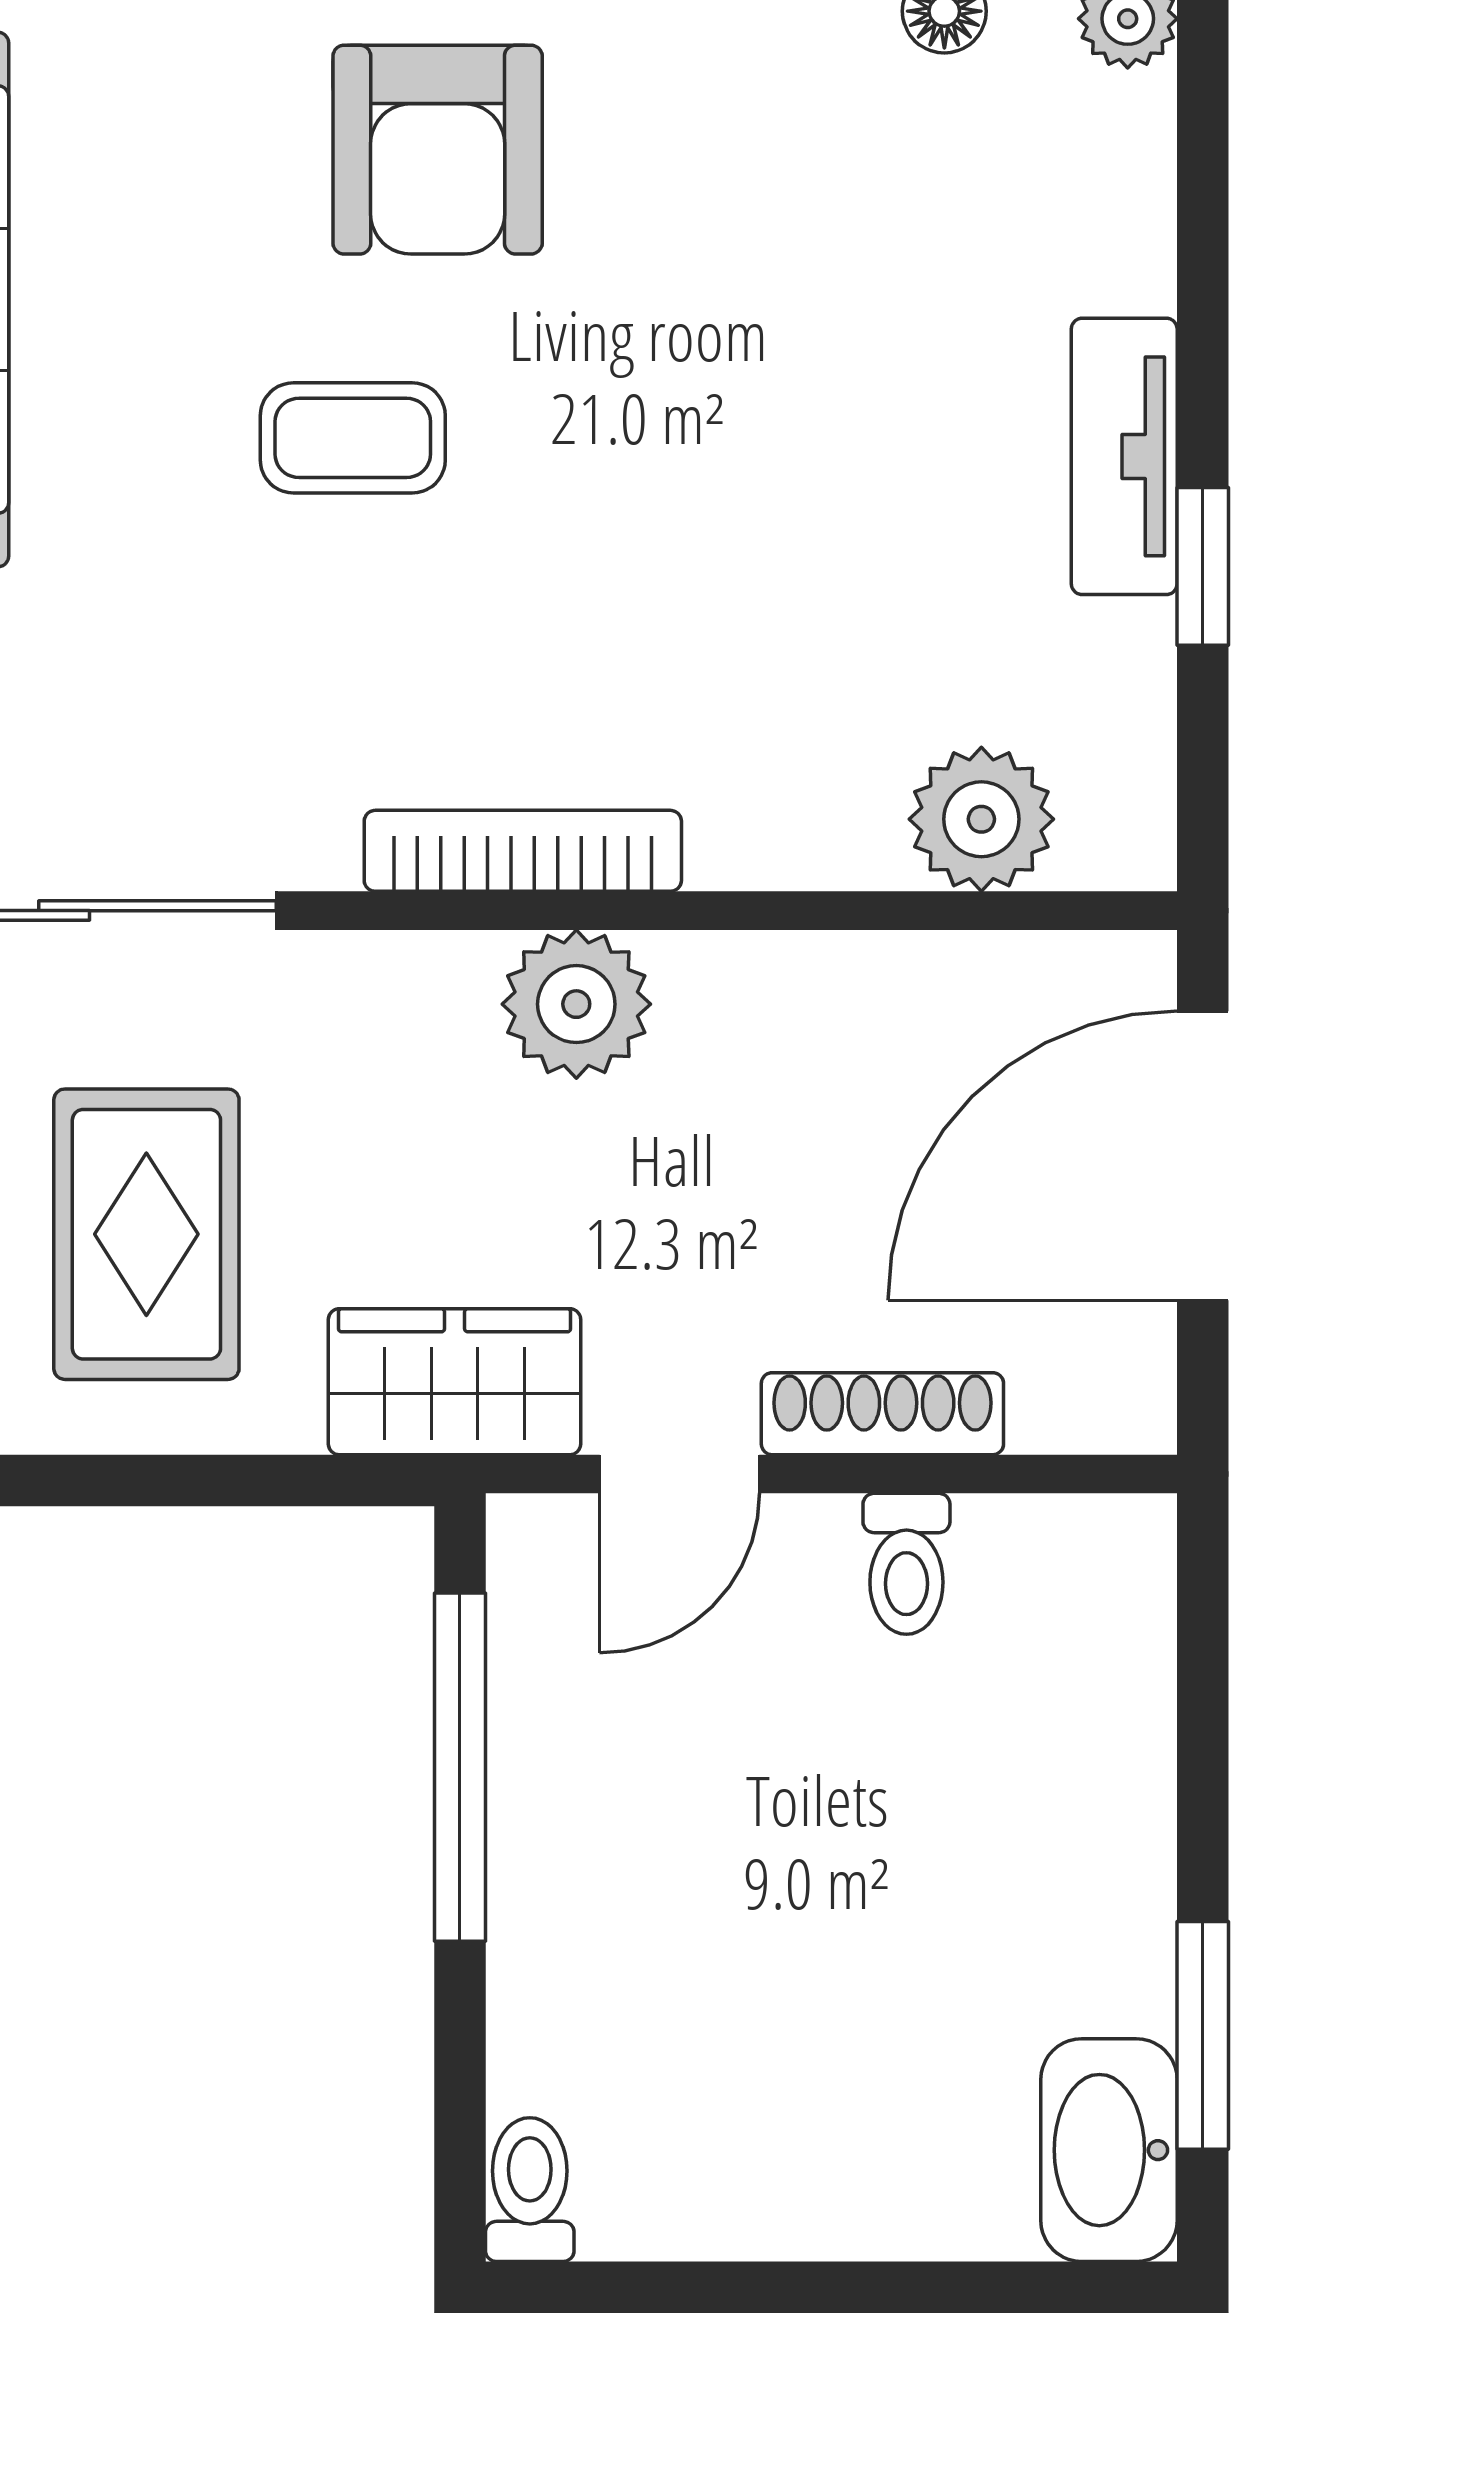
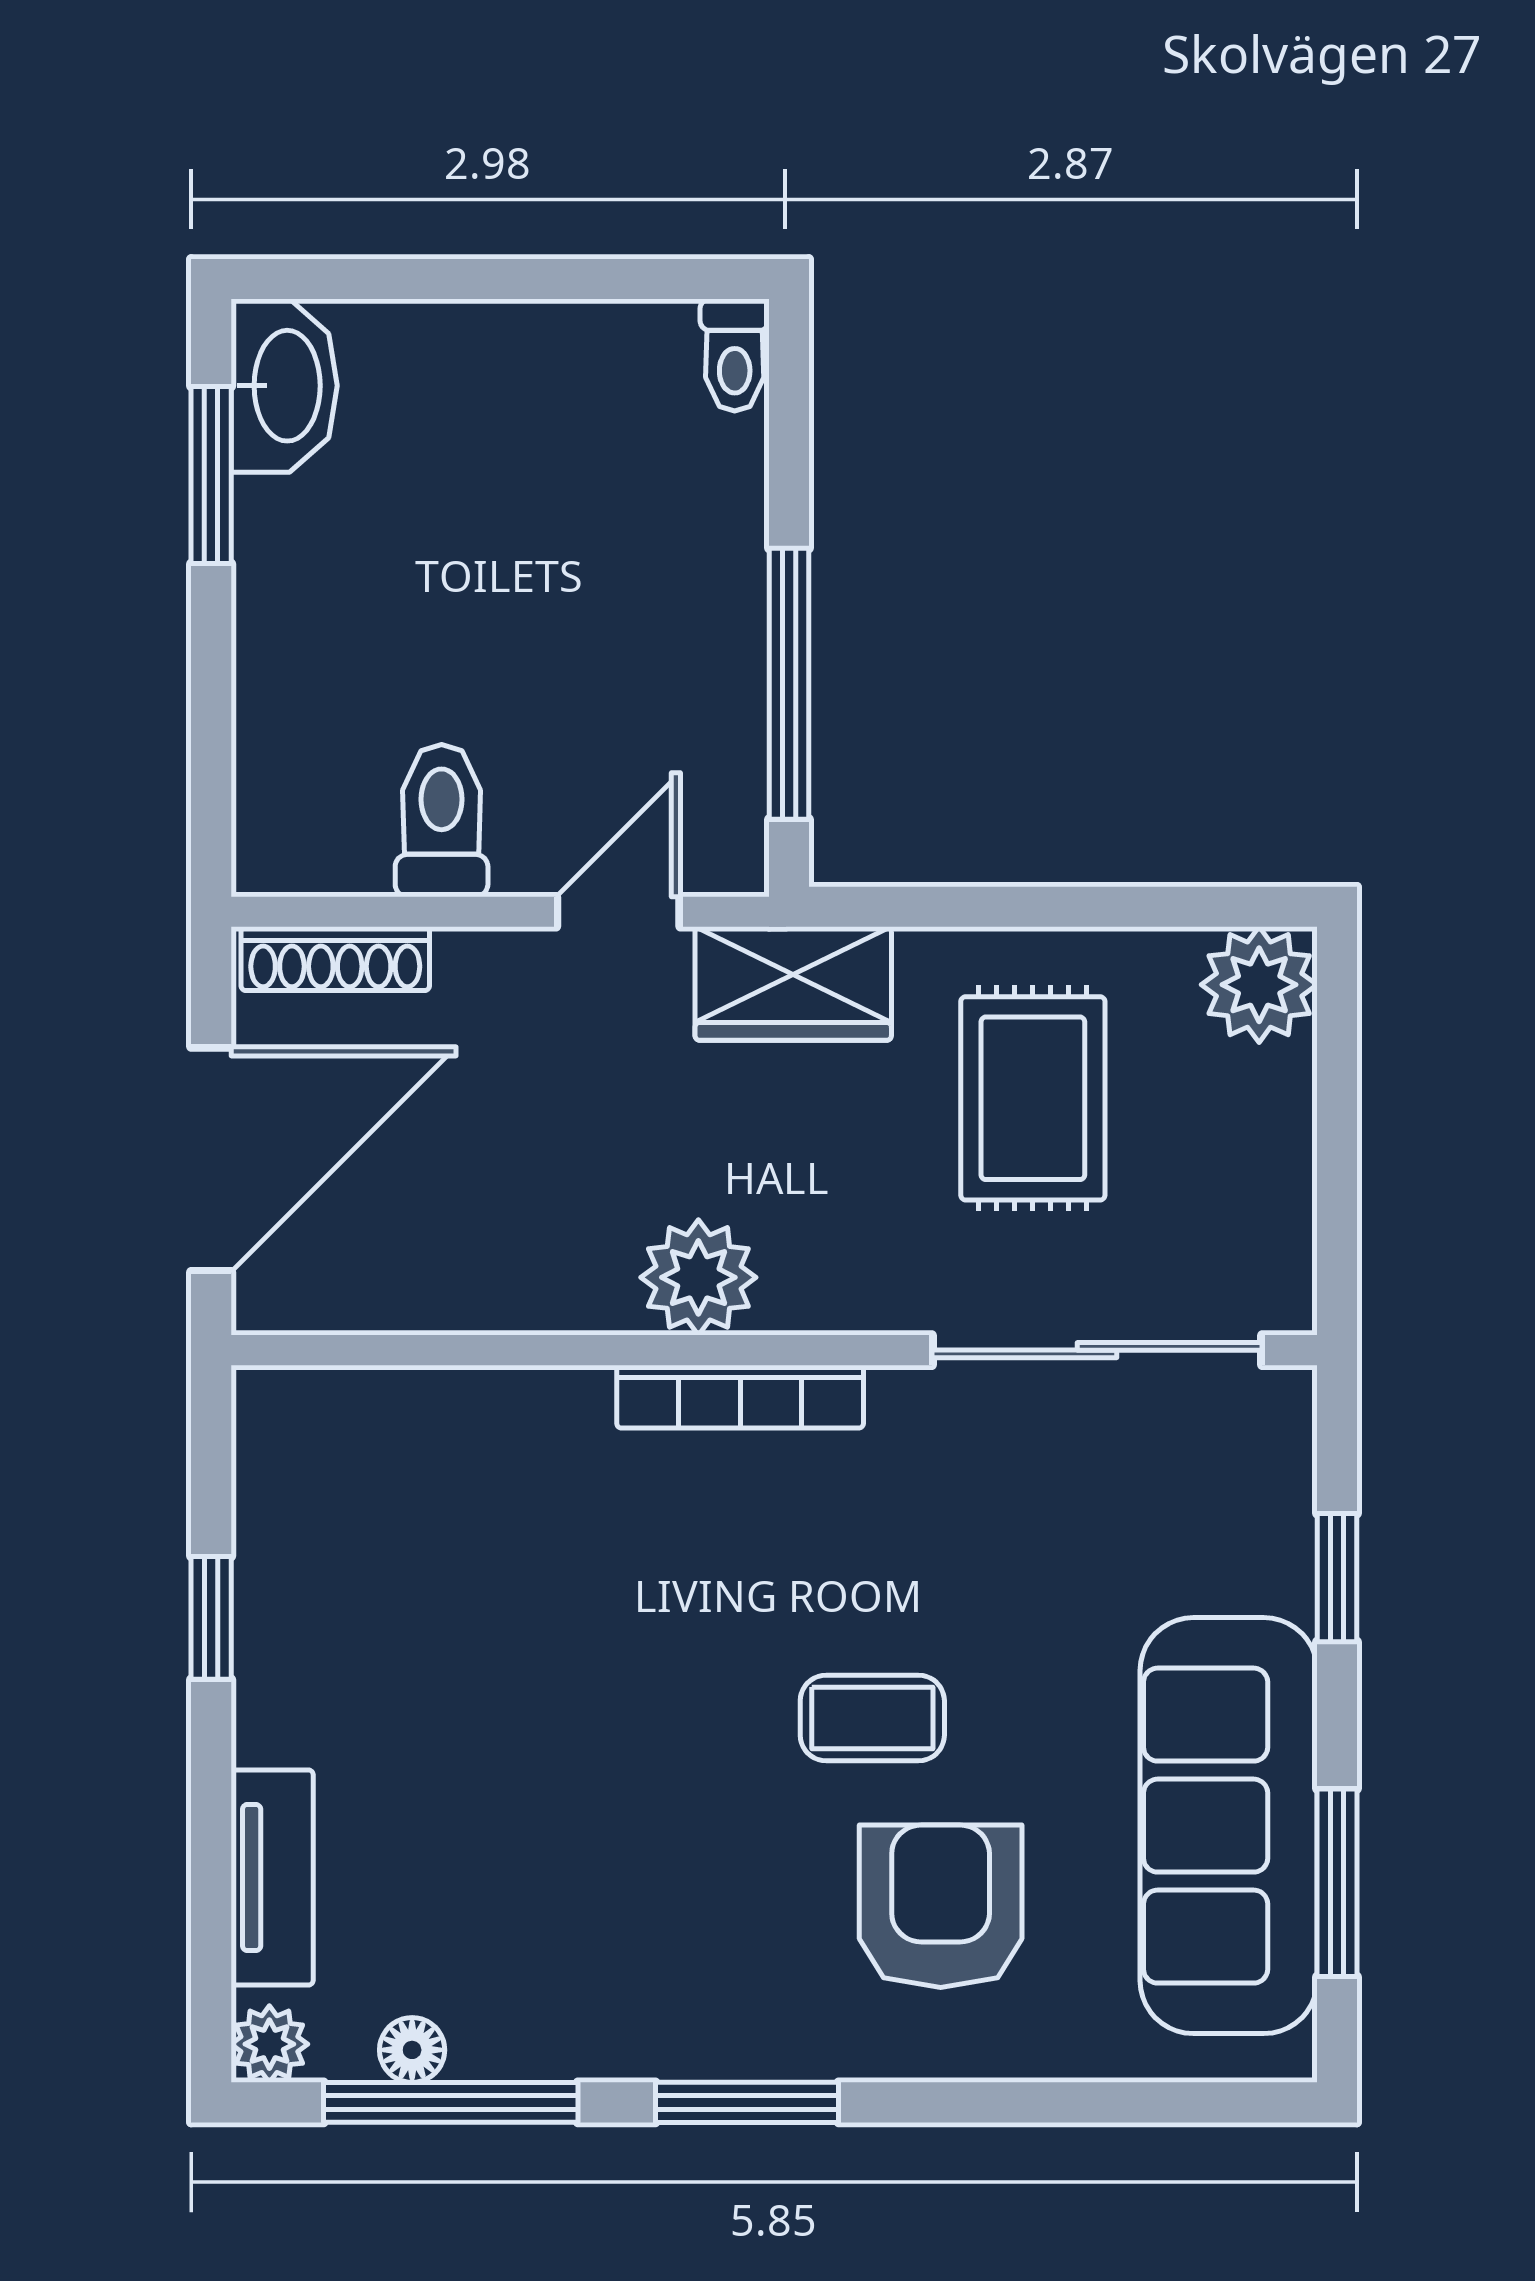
armchair: (438, 150) -> (941, 1906), moved
tv unit: (1124, 456) -> (272, 1878), moved
plant: (981, 819) -> (383, 1421), removed
shoe rack: (882, 1414) -> (335, 959), moved
toilet: (906, 1564) -> (442, 821), width x1.37, depth x1.39

